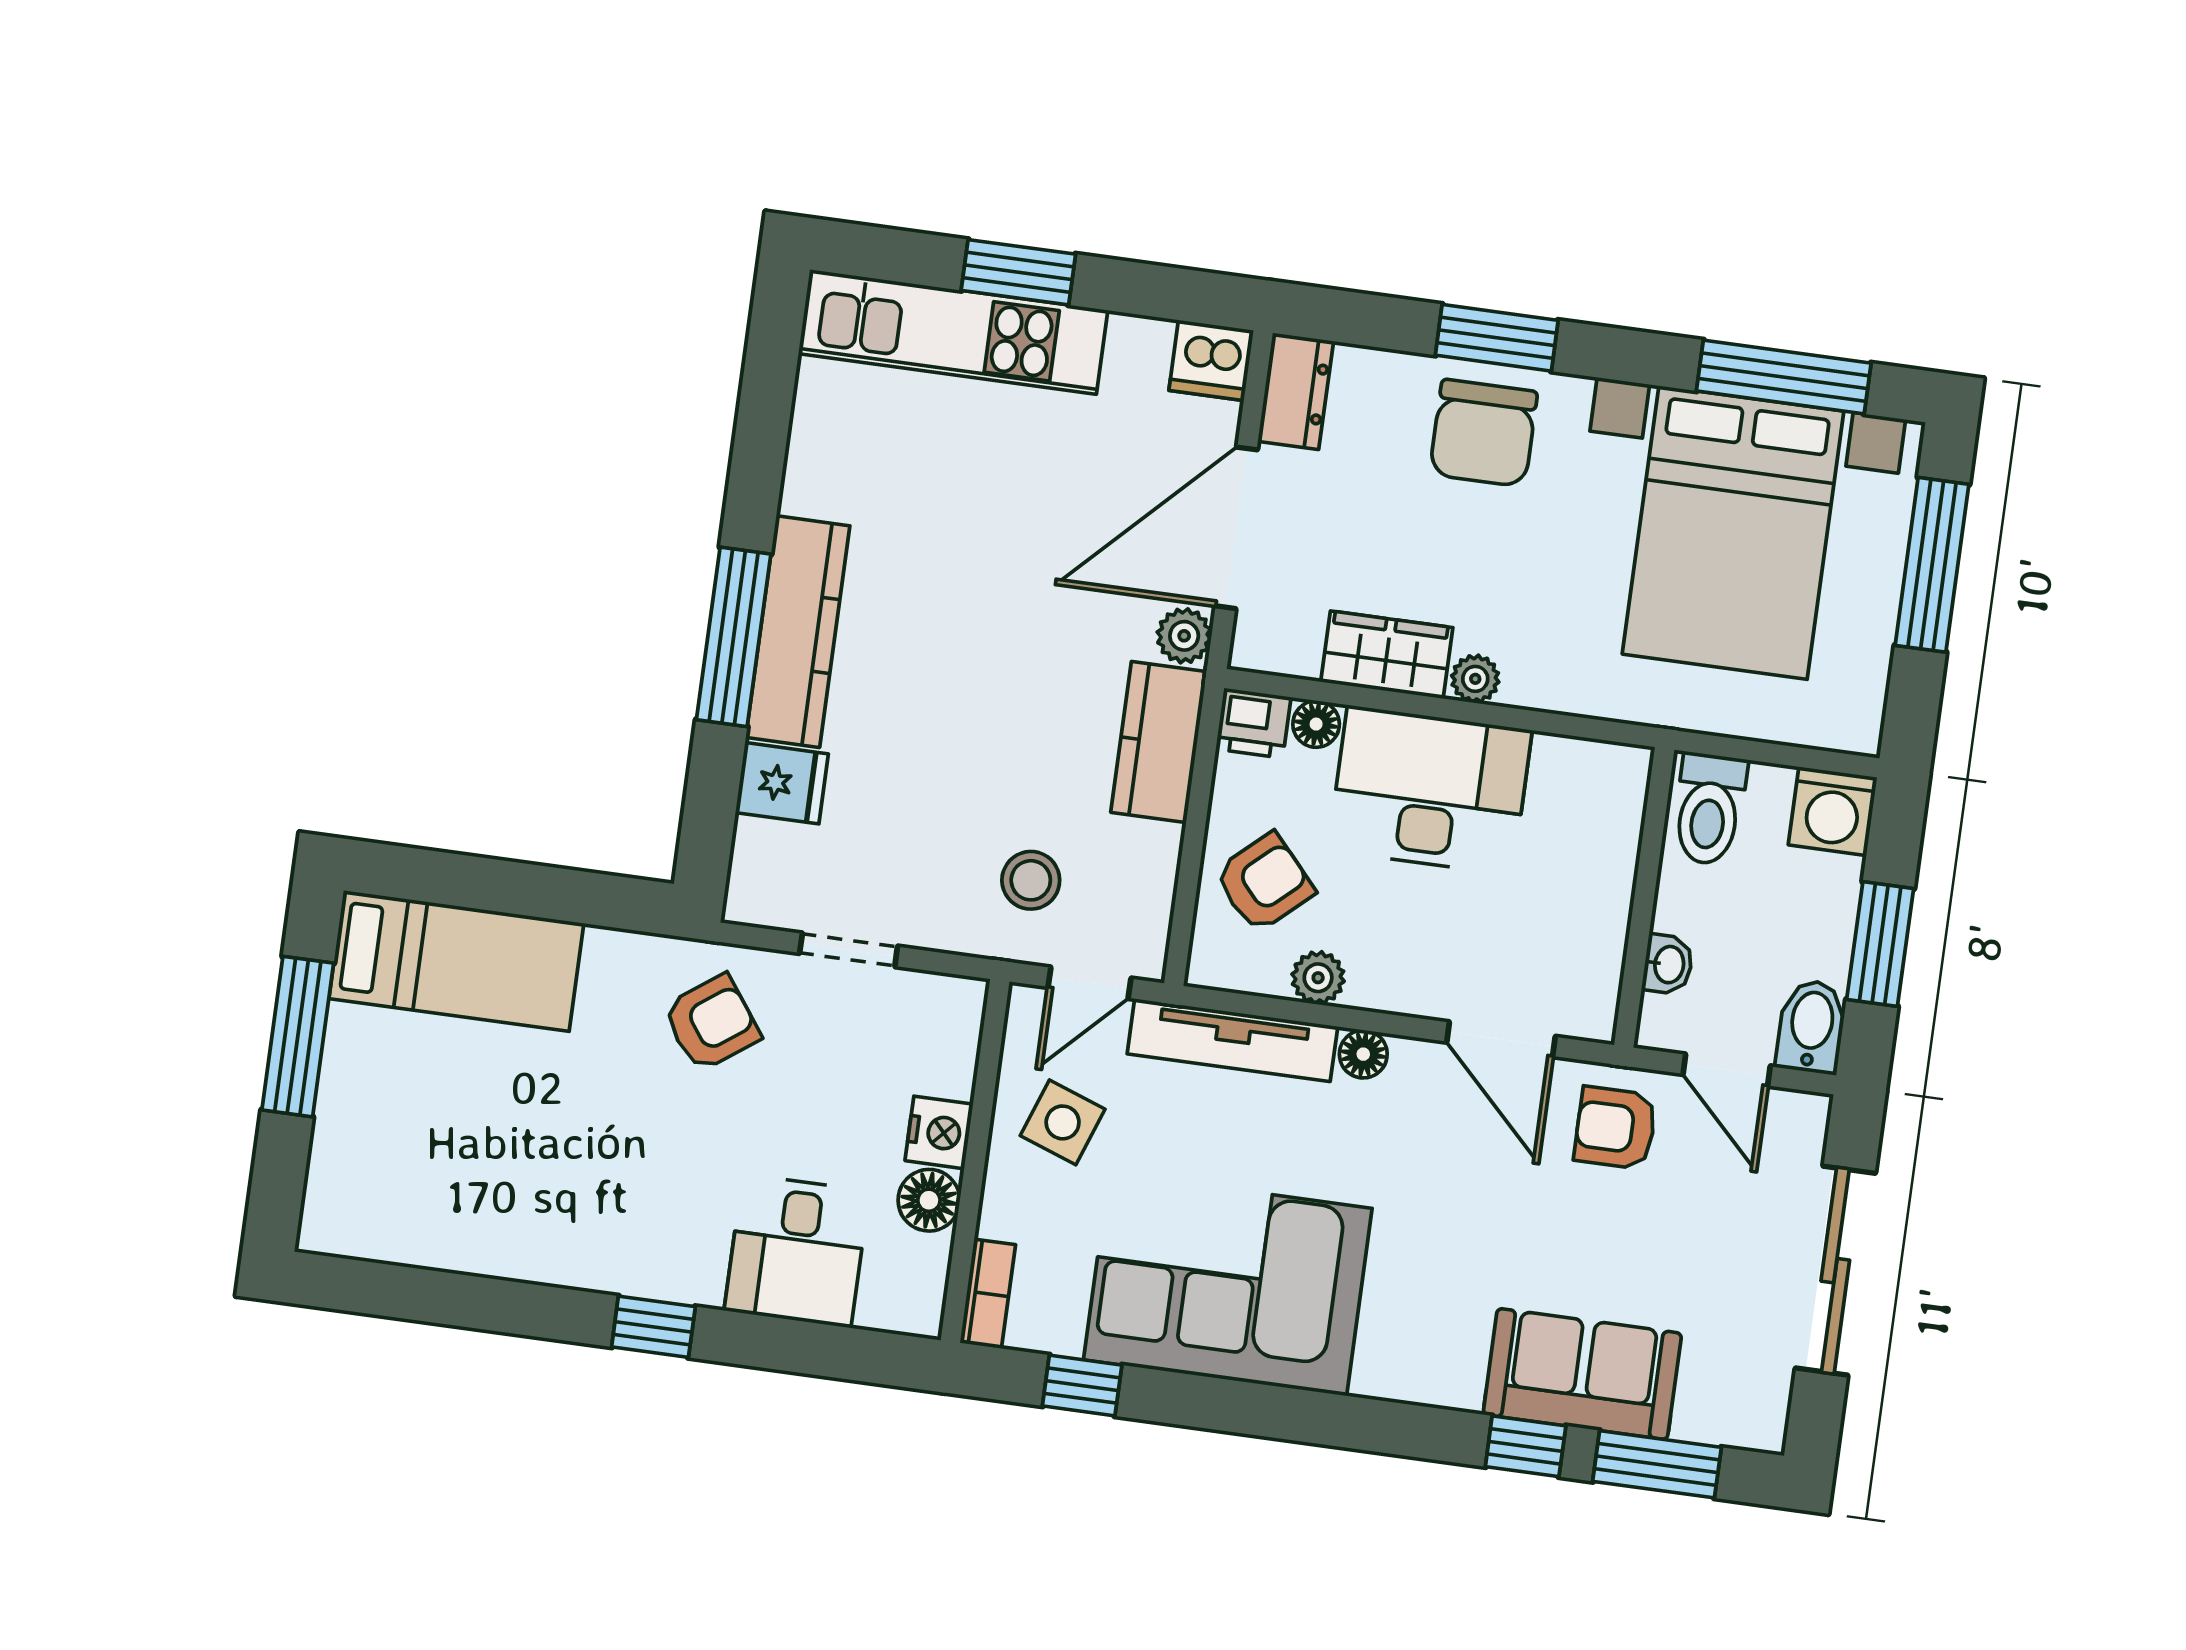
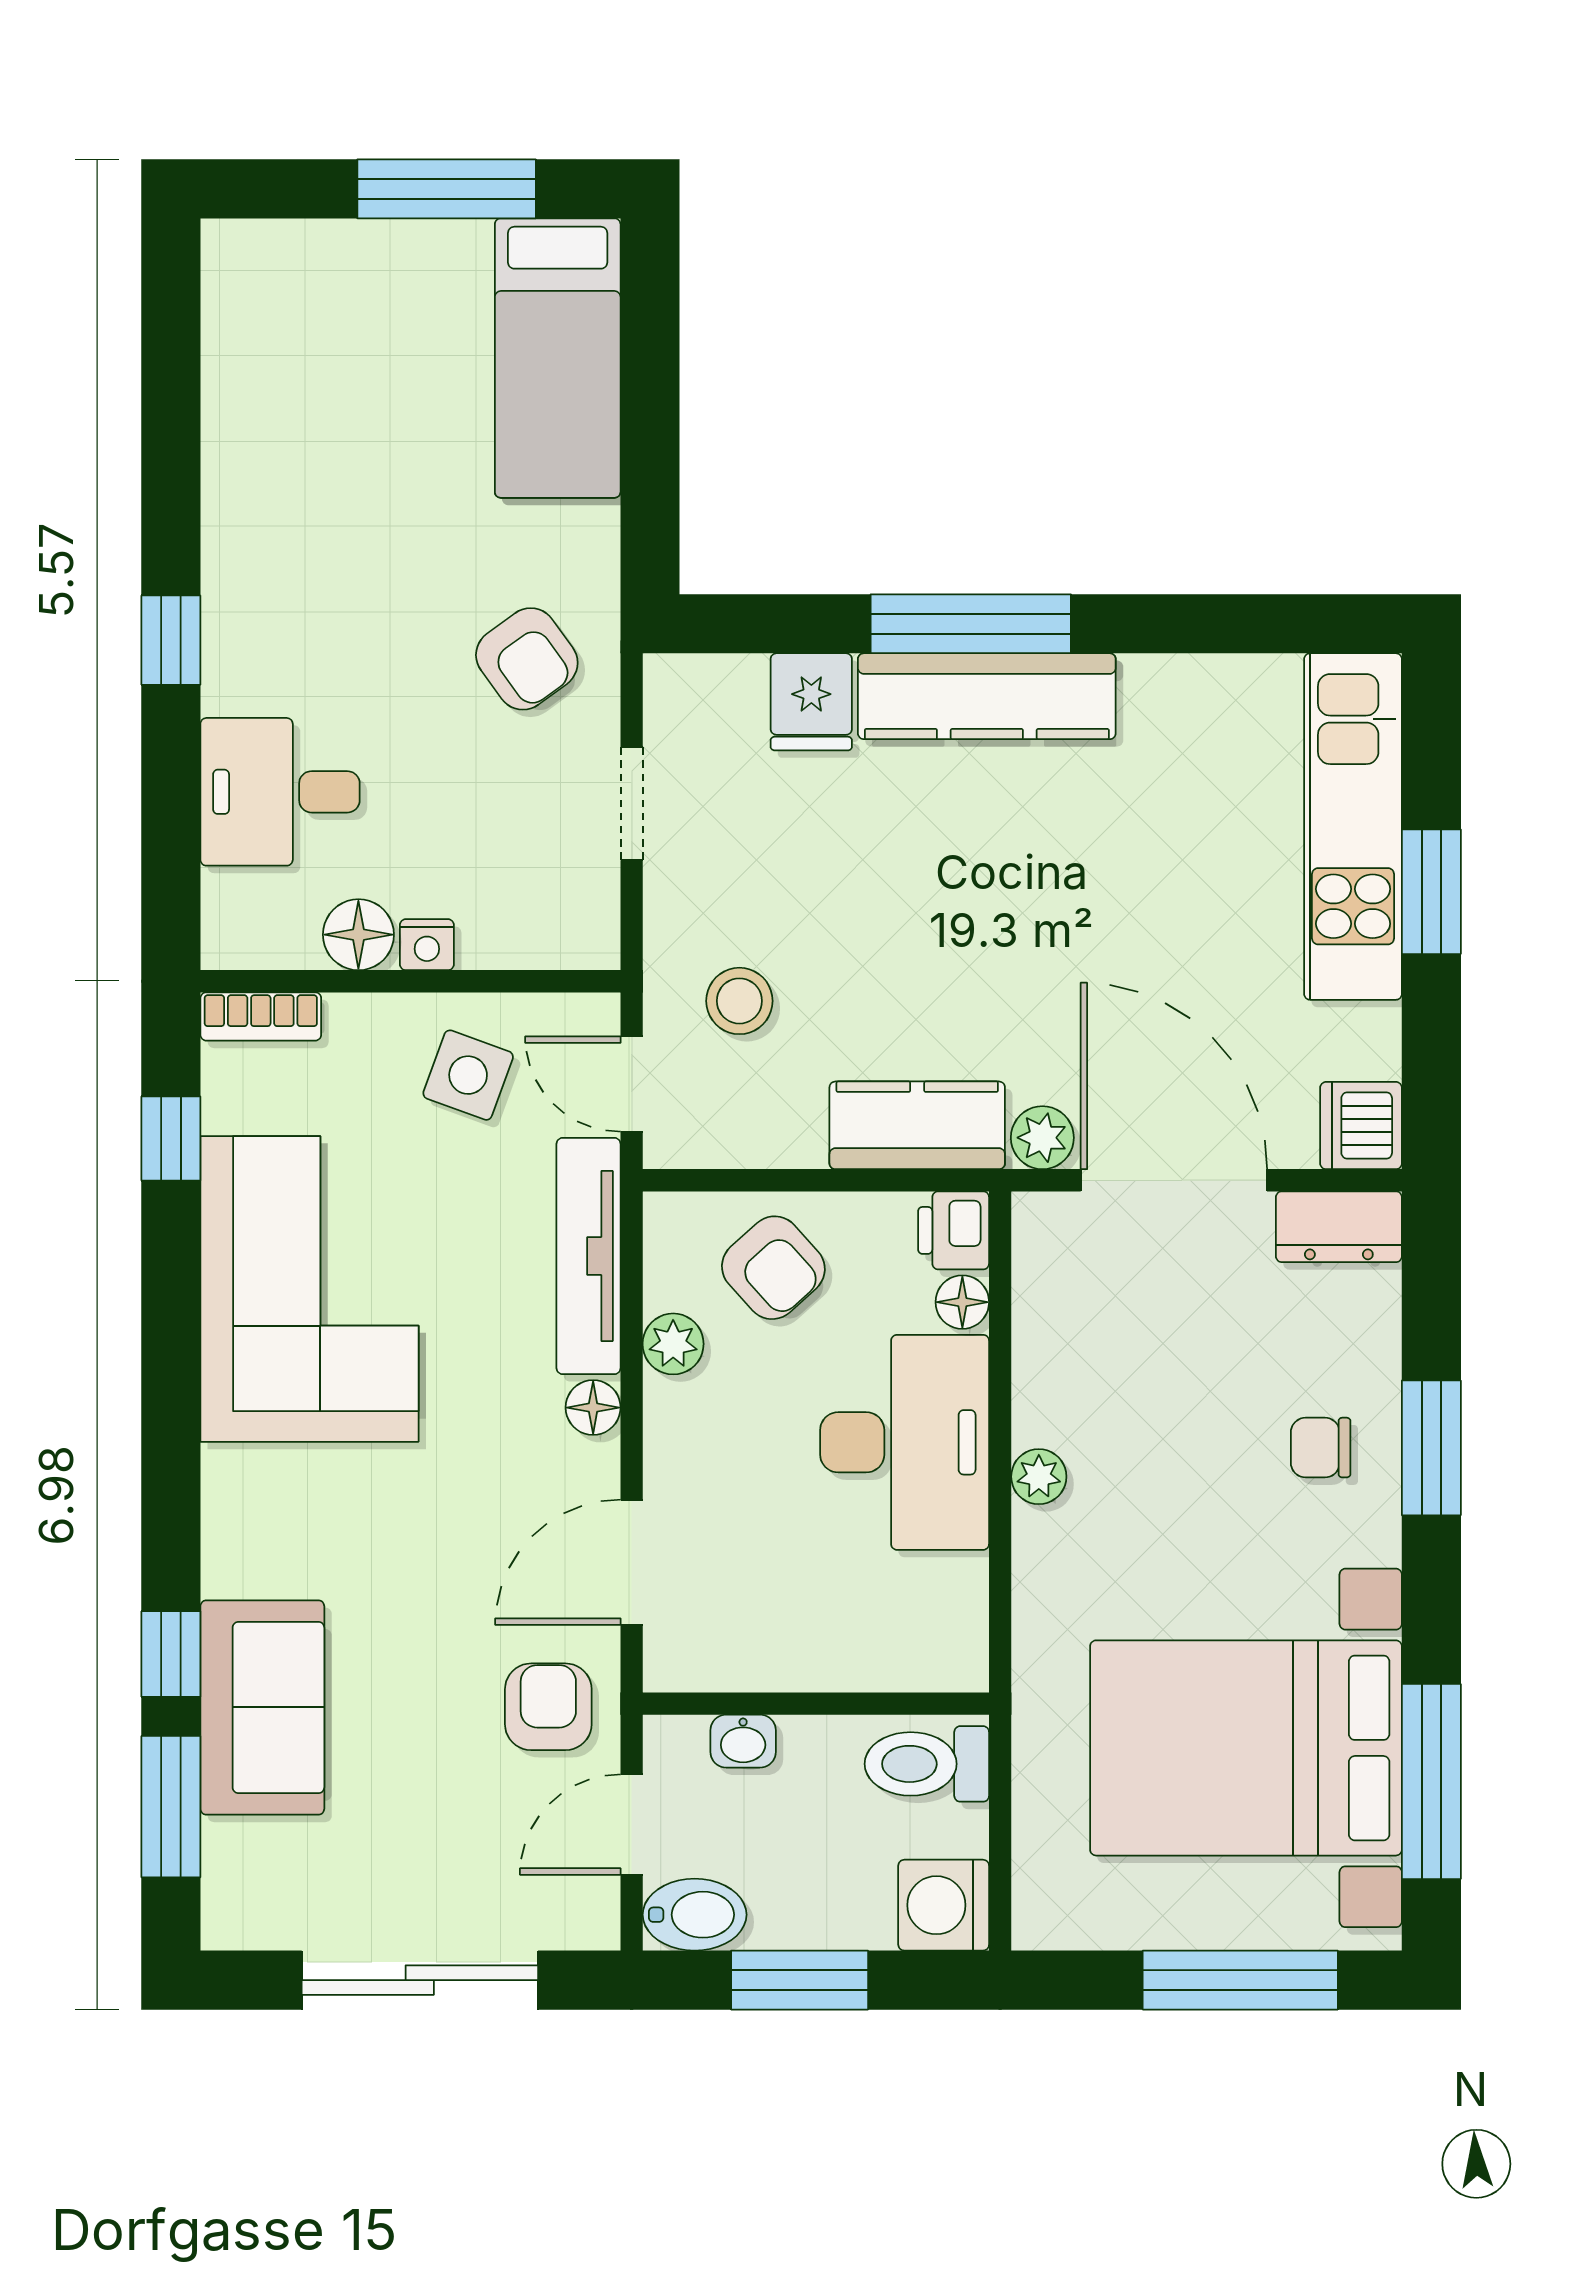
chair: (1483, 433) -> (1321, 1448), width x0.54, depth x0.54
wardrobe: (1387, 655) -> (1052, 1372), removed
nightstand: (939, 1132) -> (427, 945), width x0.72, depth x0.74

